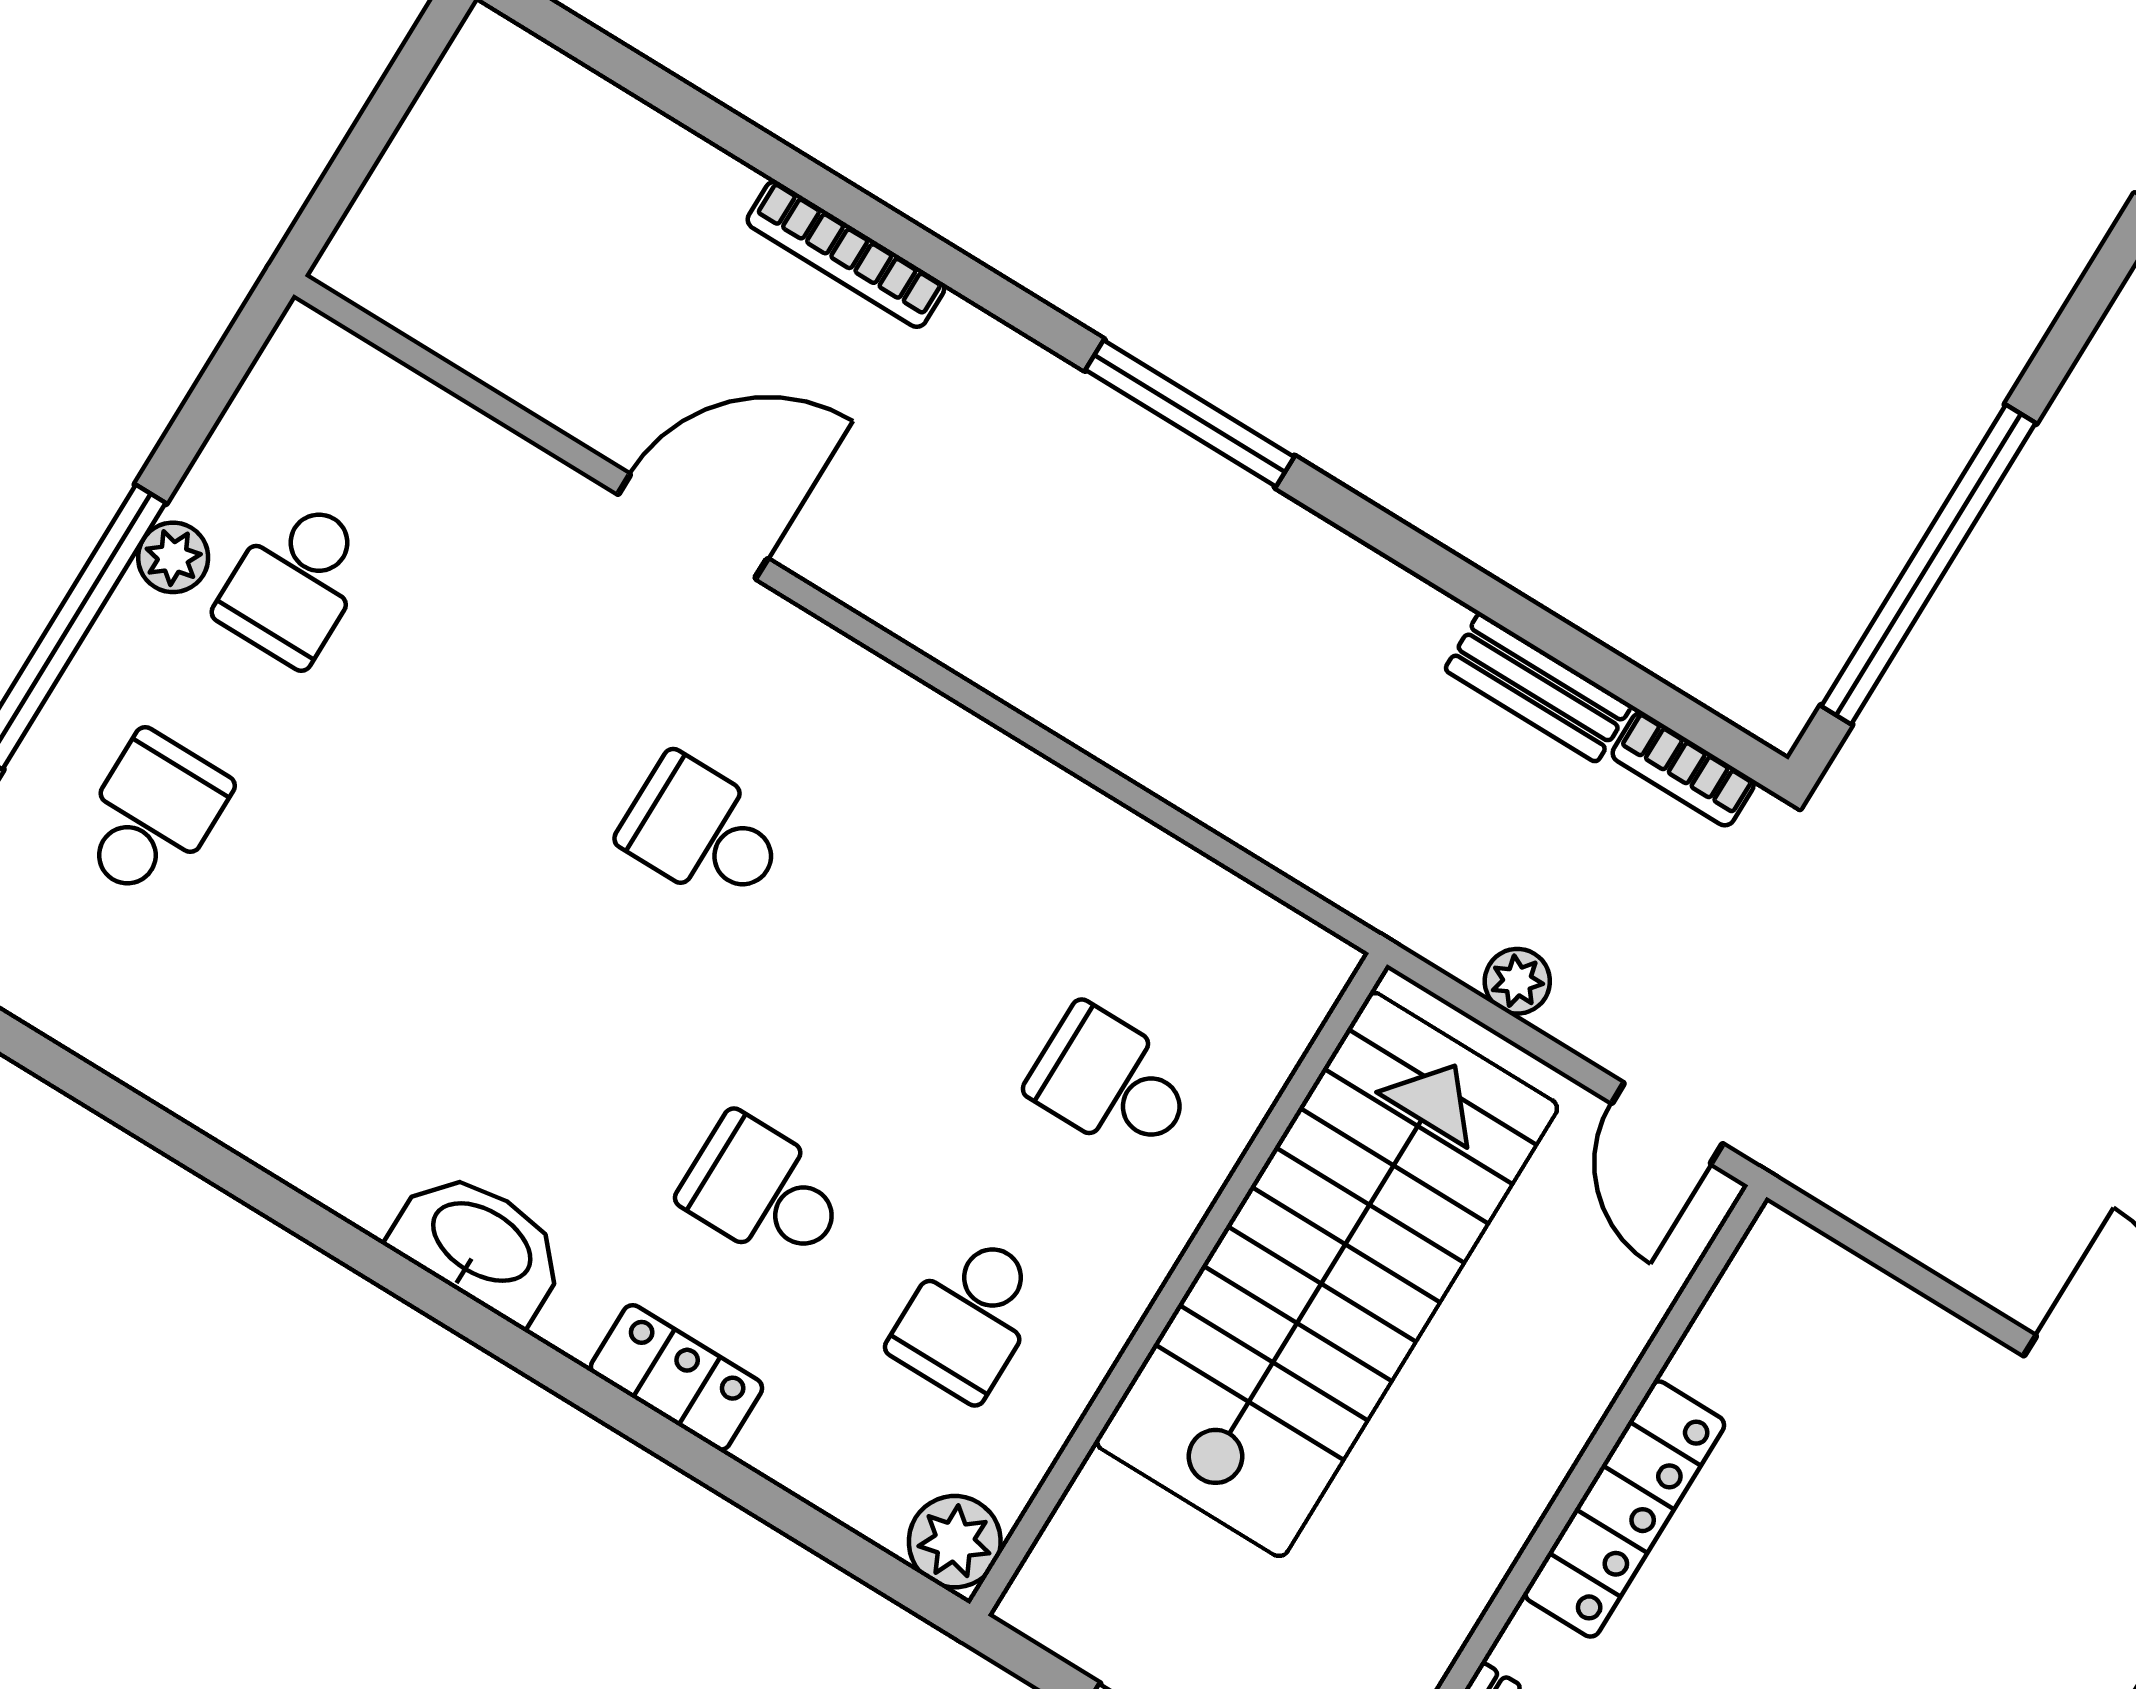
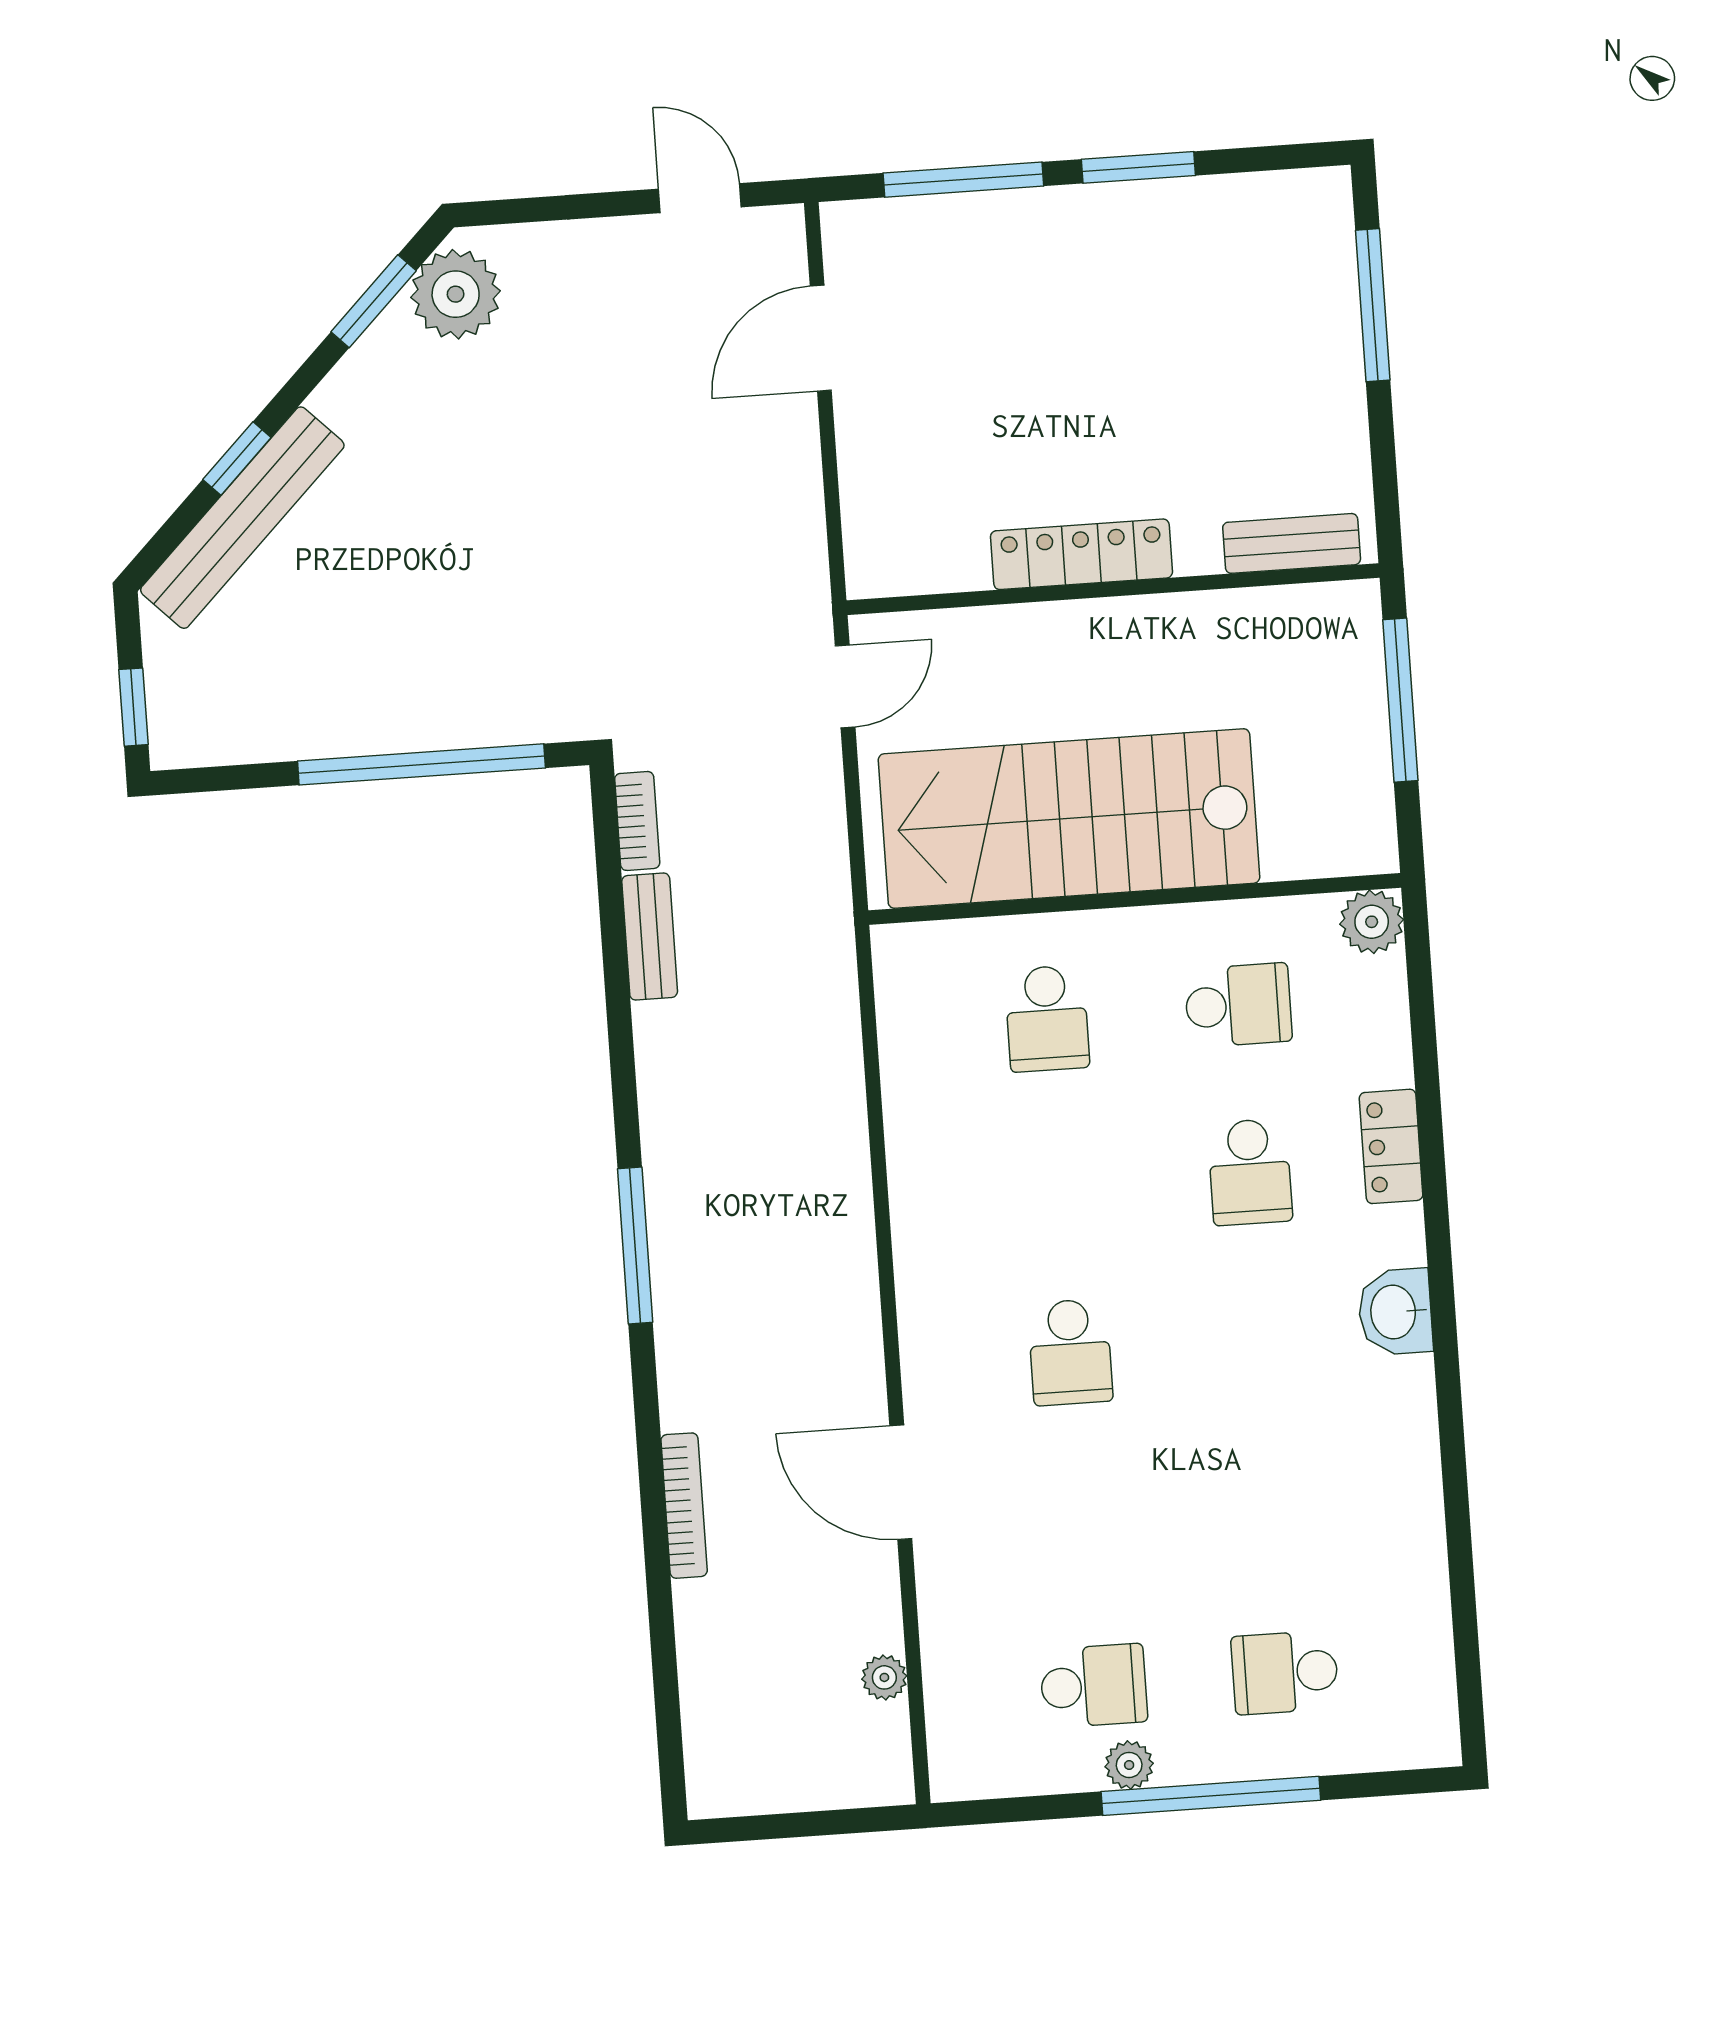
plant: (1517, 981) -> (884, 1677), moved
washbasin: (480, 1245) -> (1395, 1312), width x0.72

